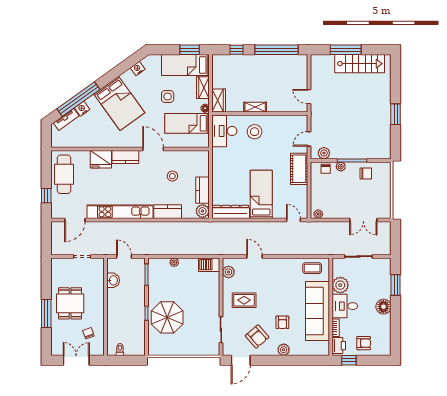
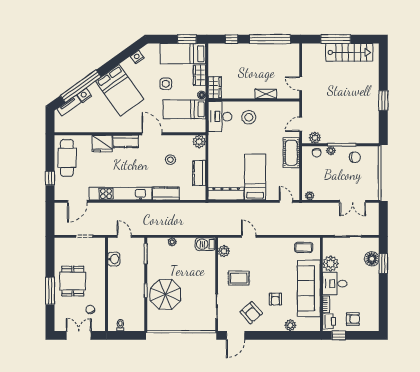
shelving: (255, 107) -> (266, 94), moved
plant: (203, 211) -> (199, 142), moved
floor lamp: (383, 307) -> (372, 259), moved
plant: (284, 350) -> (290, 325), moved

